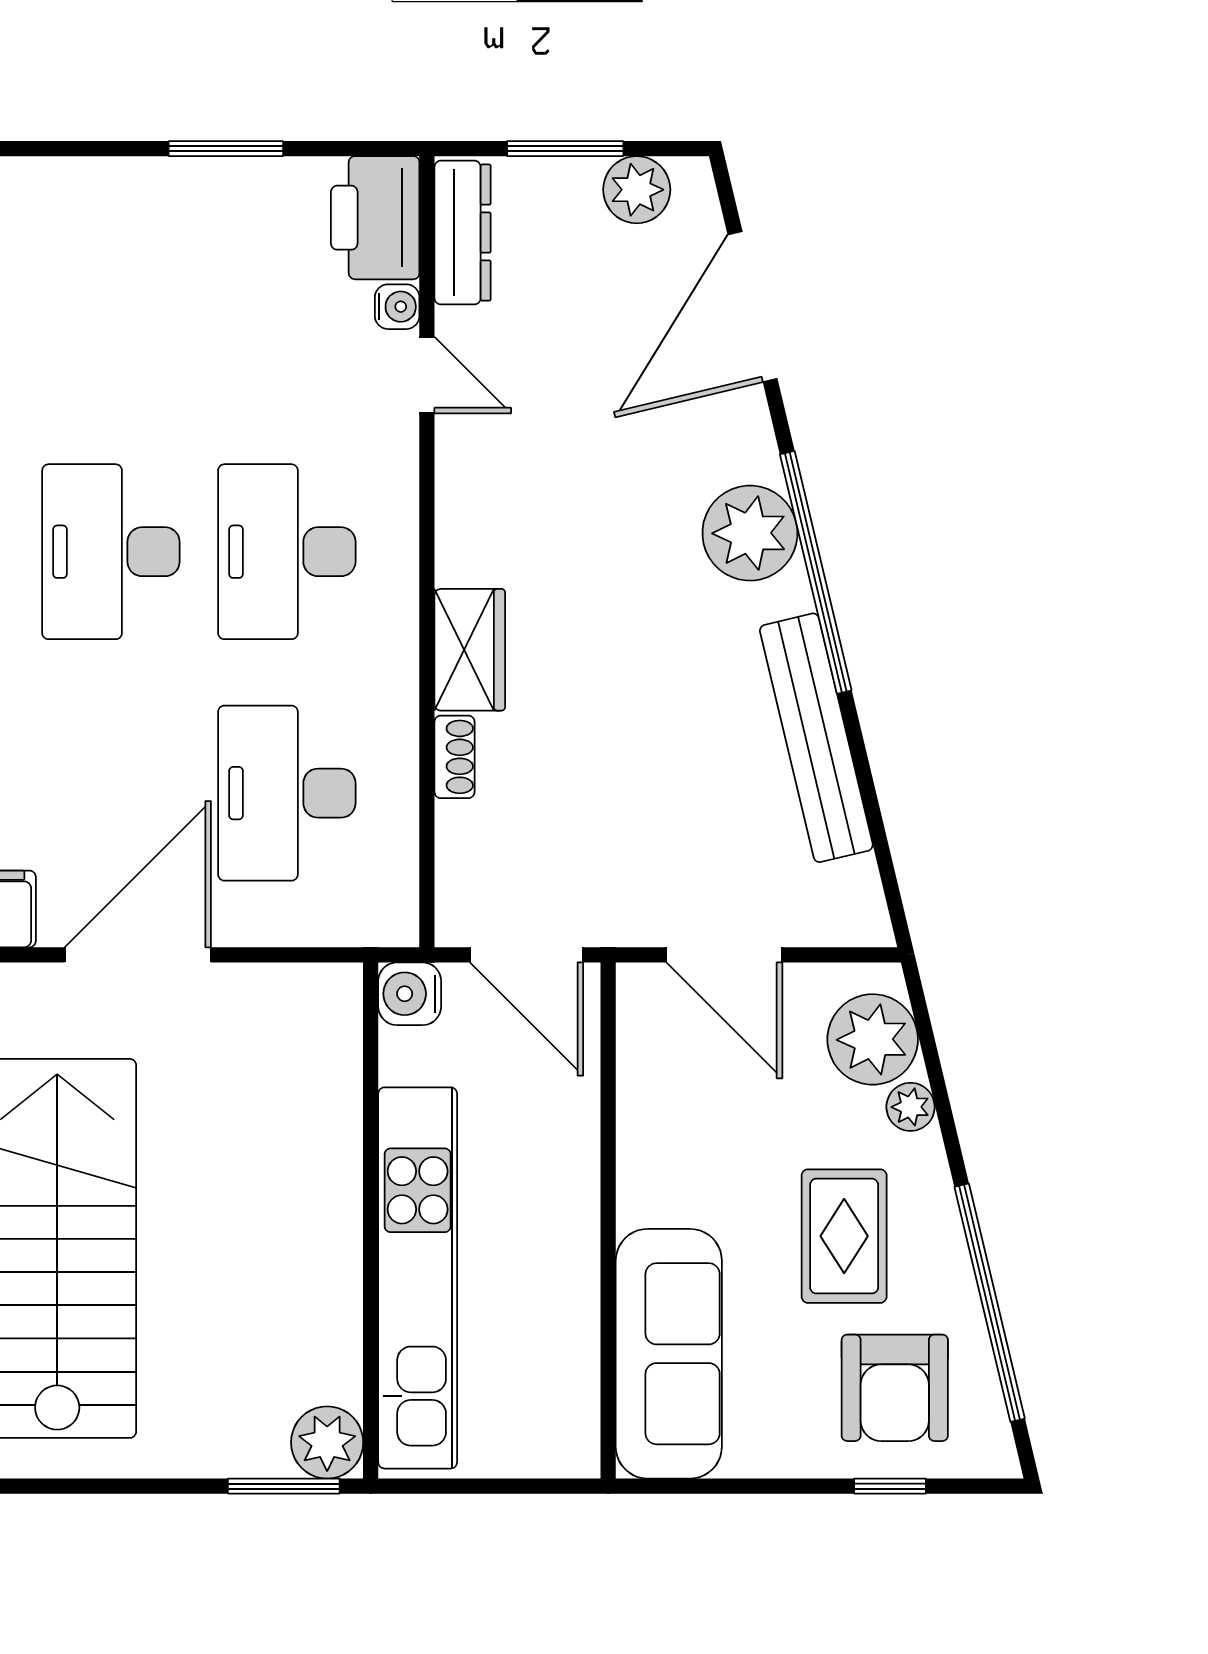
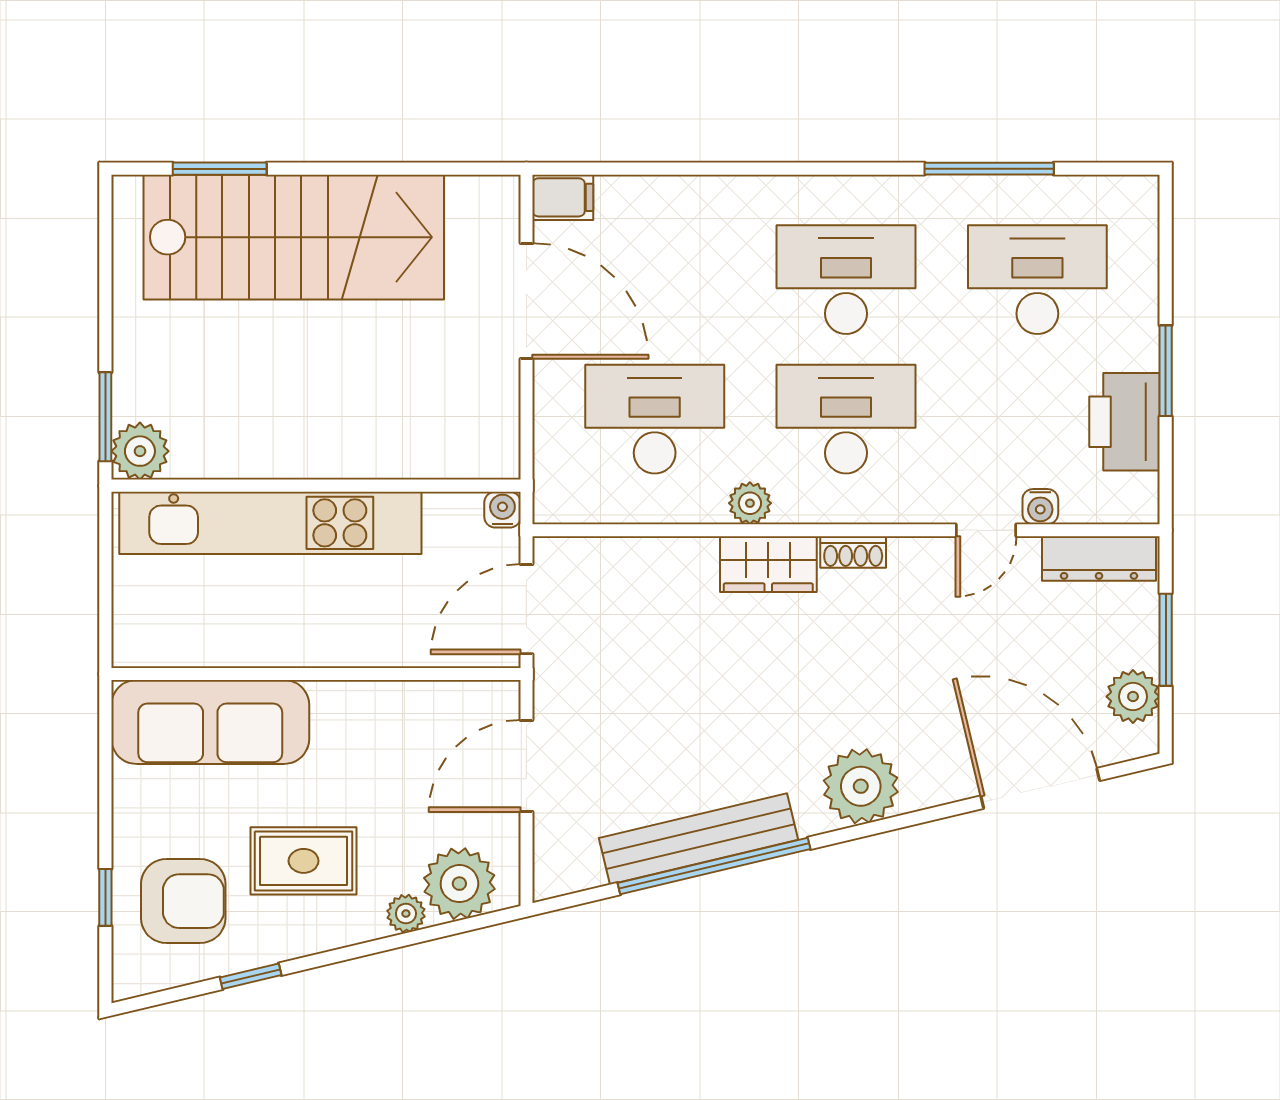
printer: (375, 218) -> (1125, 422), moved, turned -90
desk: (111, 310) -> (1037, 280), added
window: (816, 572) -> (714, 866), moved
plant: (393, 673) -> (750, 503), added
shoe rack: (455, 757) -> (853, 552), moved
water cooler: (410, 994) -> (502, 510), width x0.72, depth x0.72
window: (990, 1303) -> (251, 976), width x0.32
armchair: (895, 1388) -> (183, 901), turned 180

